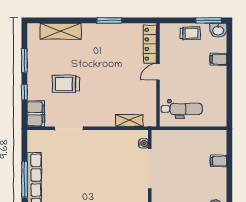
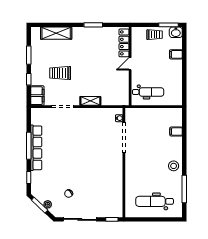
shelving: (129, 121) -> (90, 101), moved

